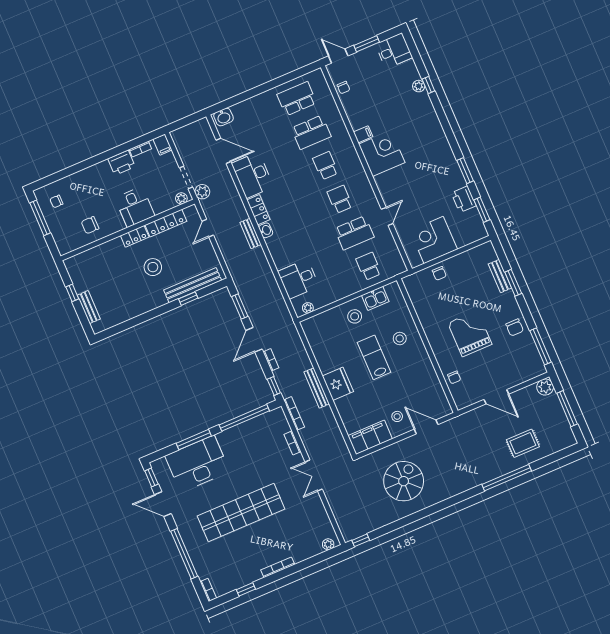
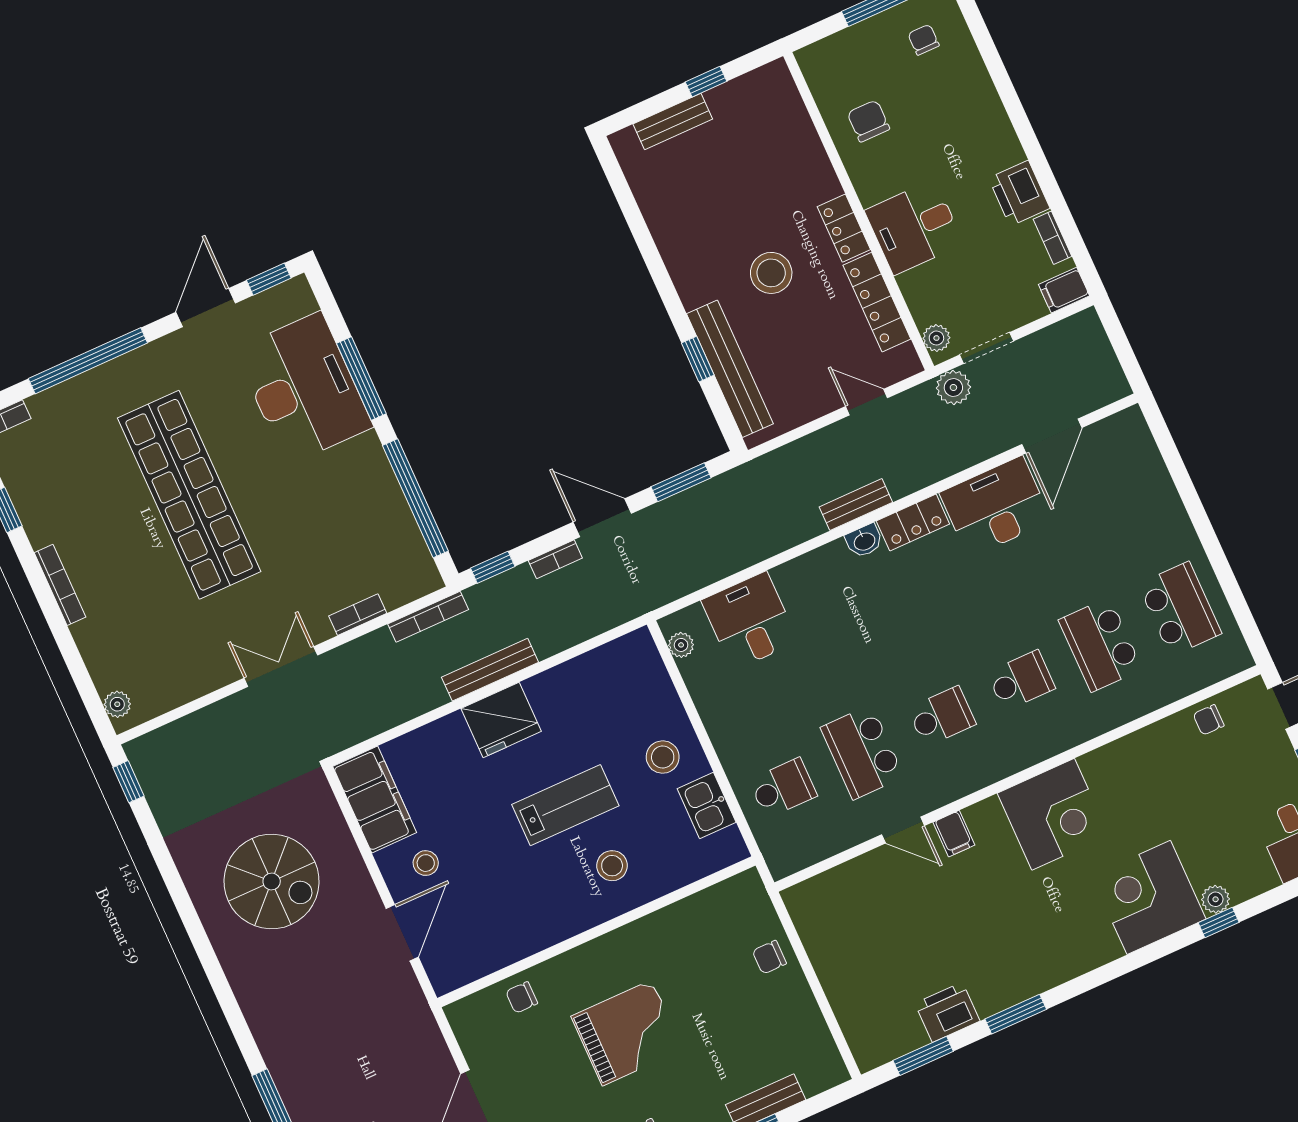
washbasin: (224, 117) -> (1133, 435), removed
filing cabinet: (363, 134) -> (954, 834), moved
corner desk: (434, 240) -> (1149, 897), moved, turned -90

